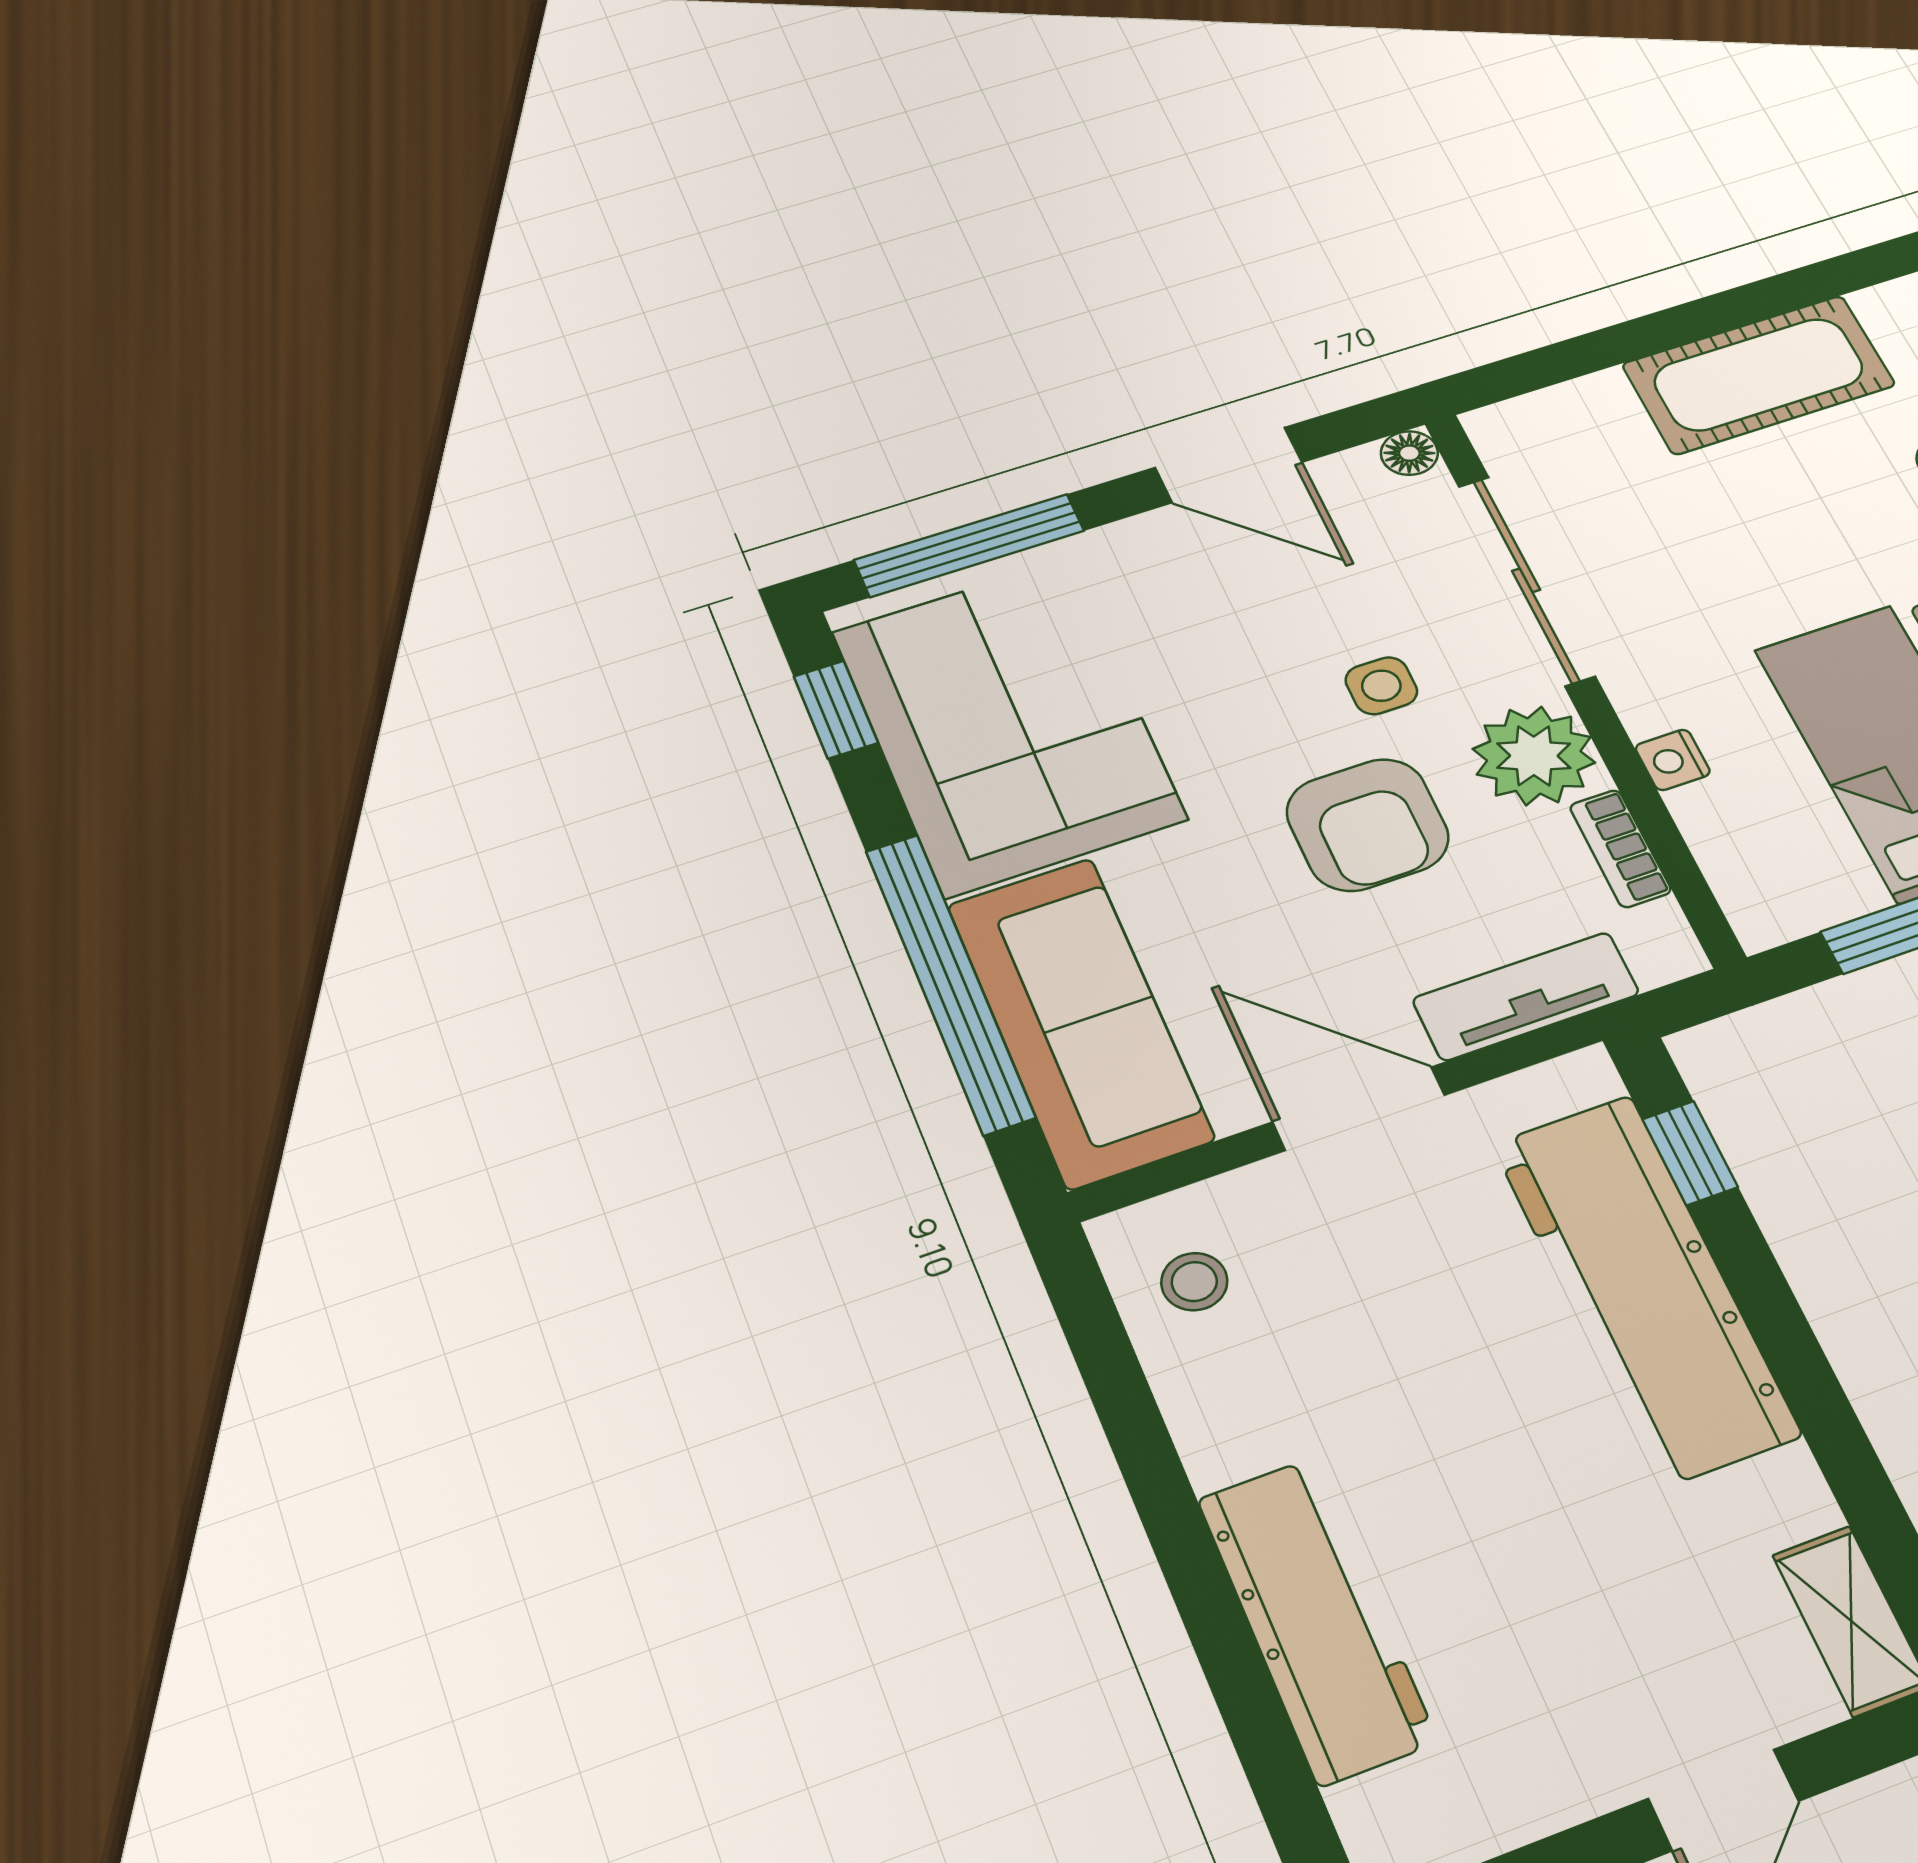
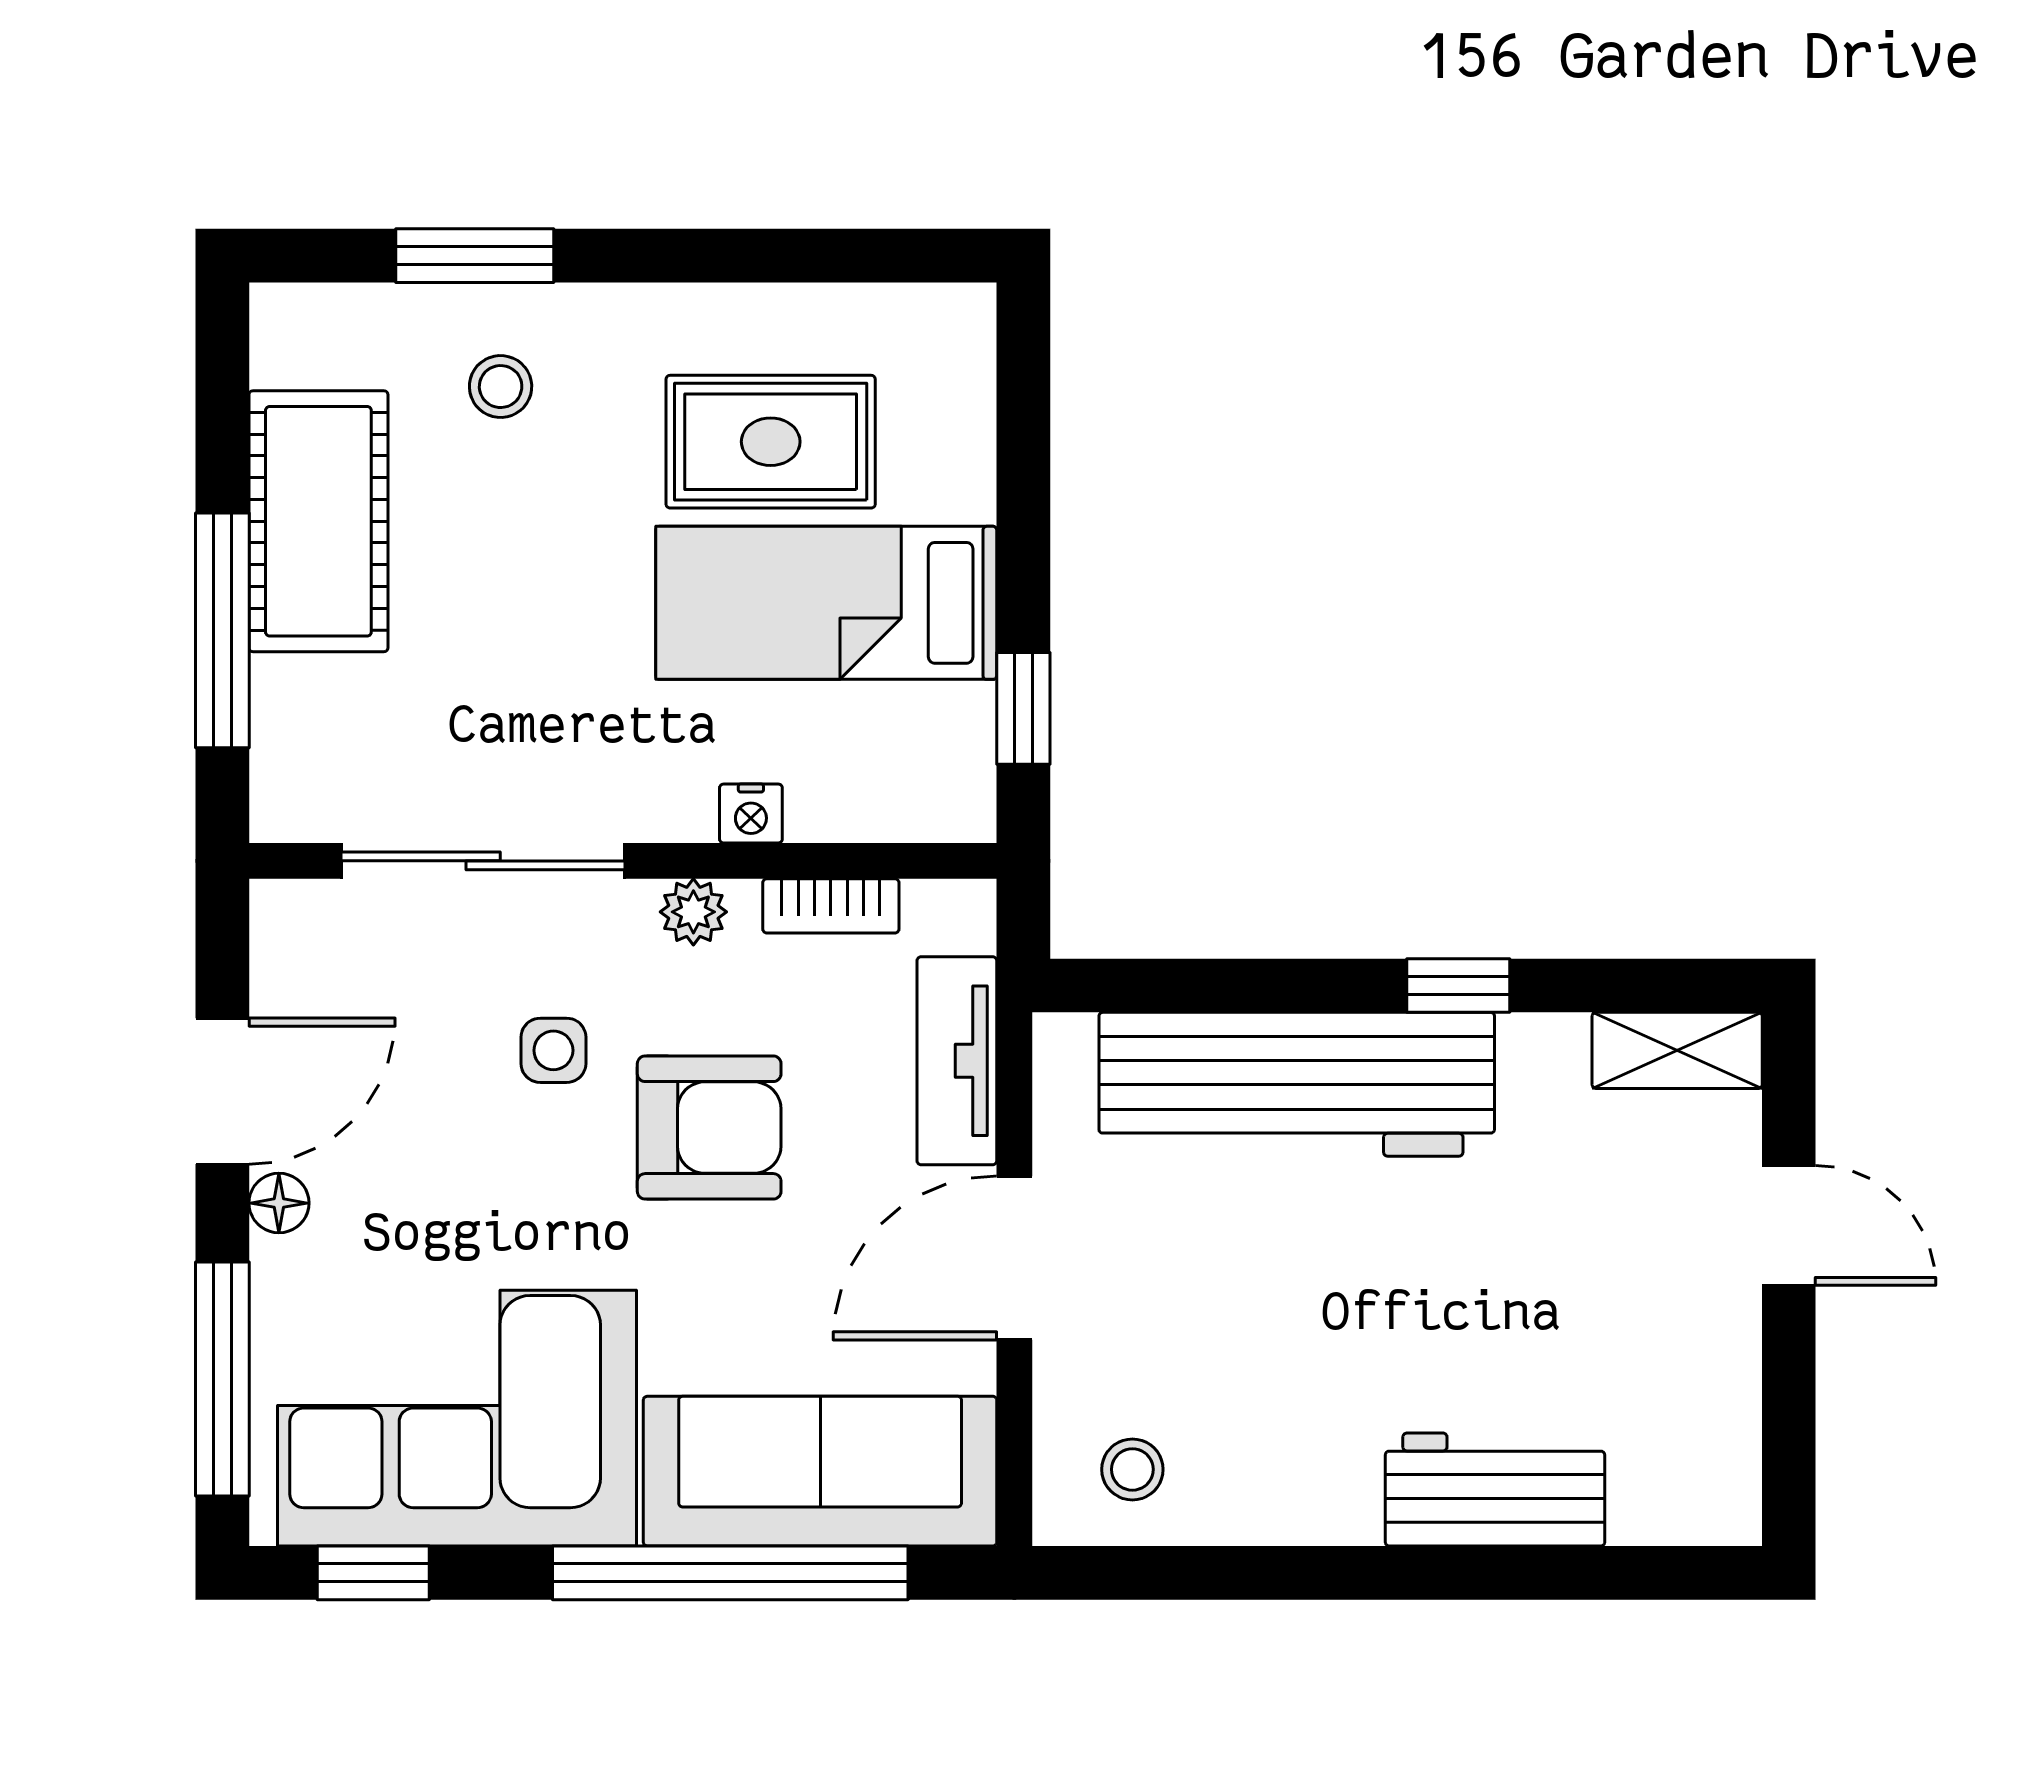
window: (1629, 341) -> (222, 630), added
floor lamp: (1409, 453) -> (279, 1203), moved
plant: (1534, 756) -> (693, 912), width x0.53, depth x0.53
window: (1690, 1153) -> (1458, 985), moved
workbench: (1316, 1619) -> (1495, 1490), width x0.73

